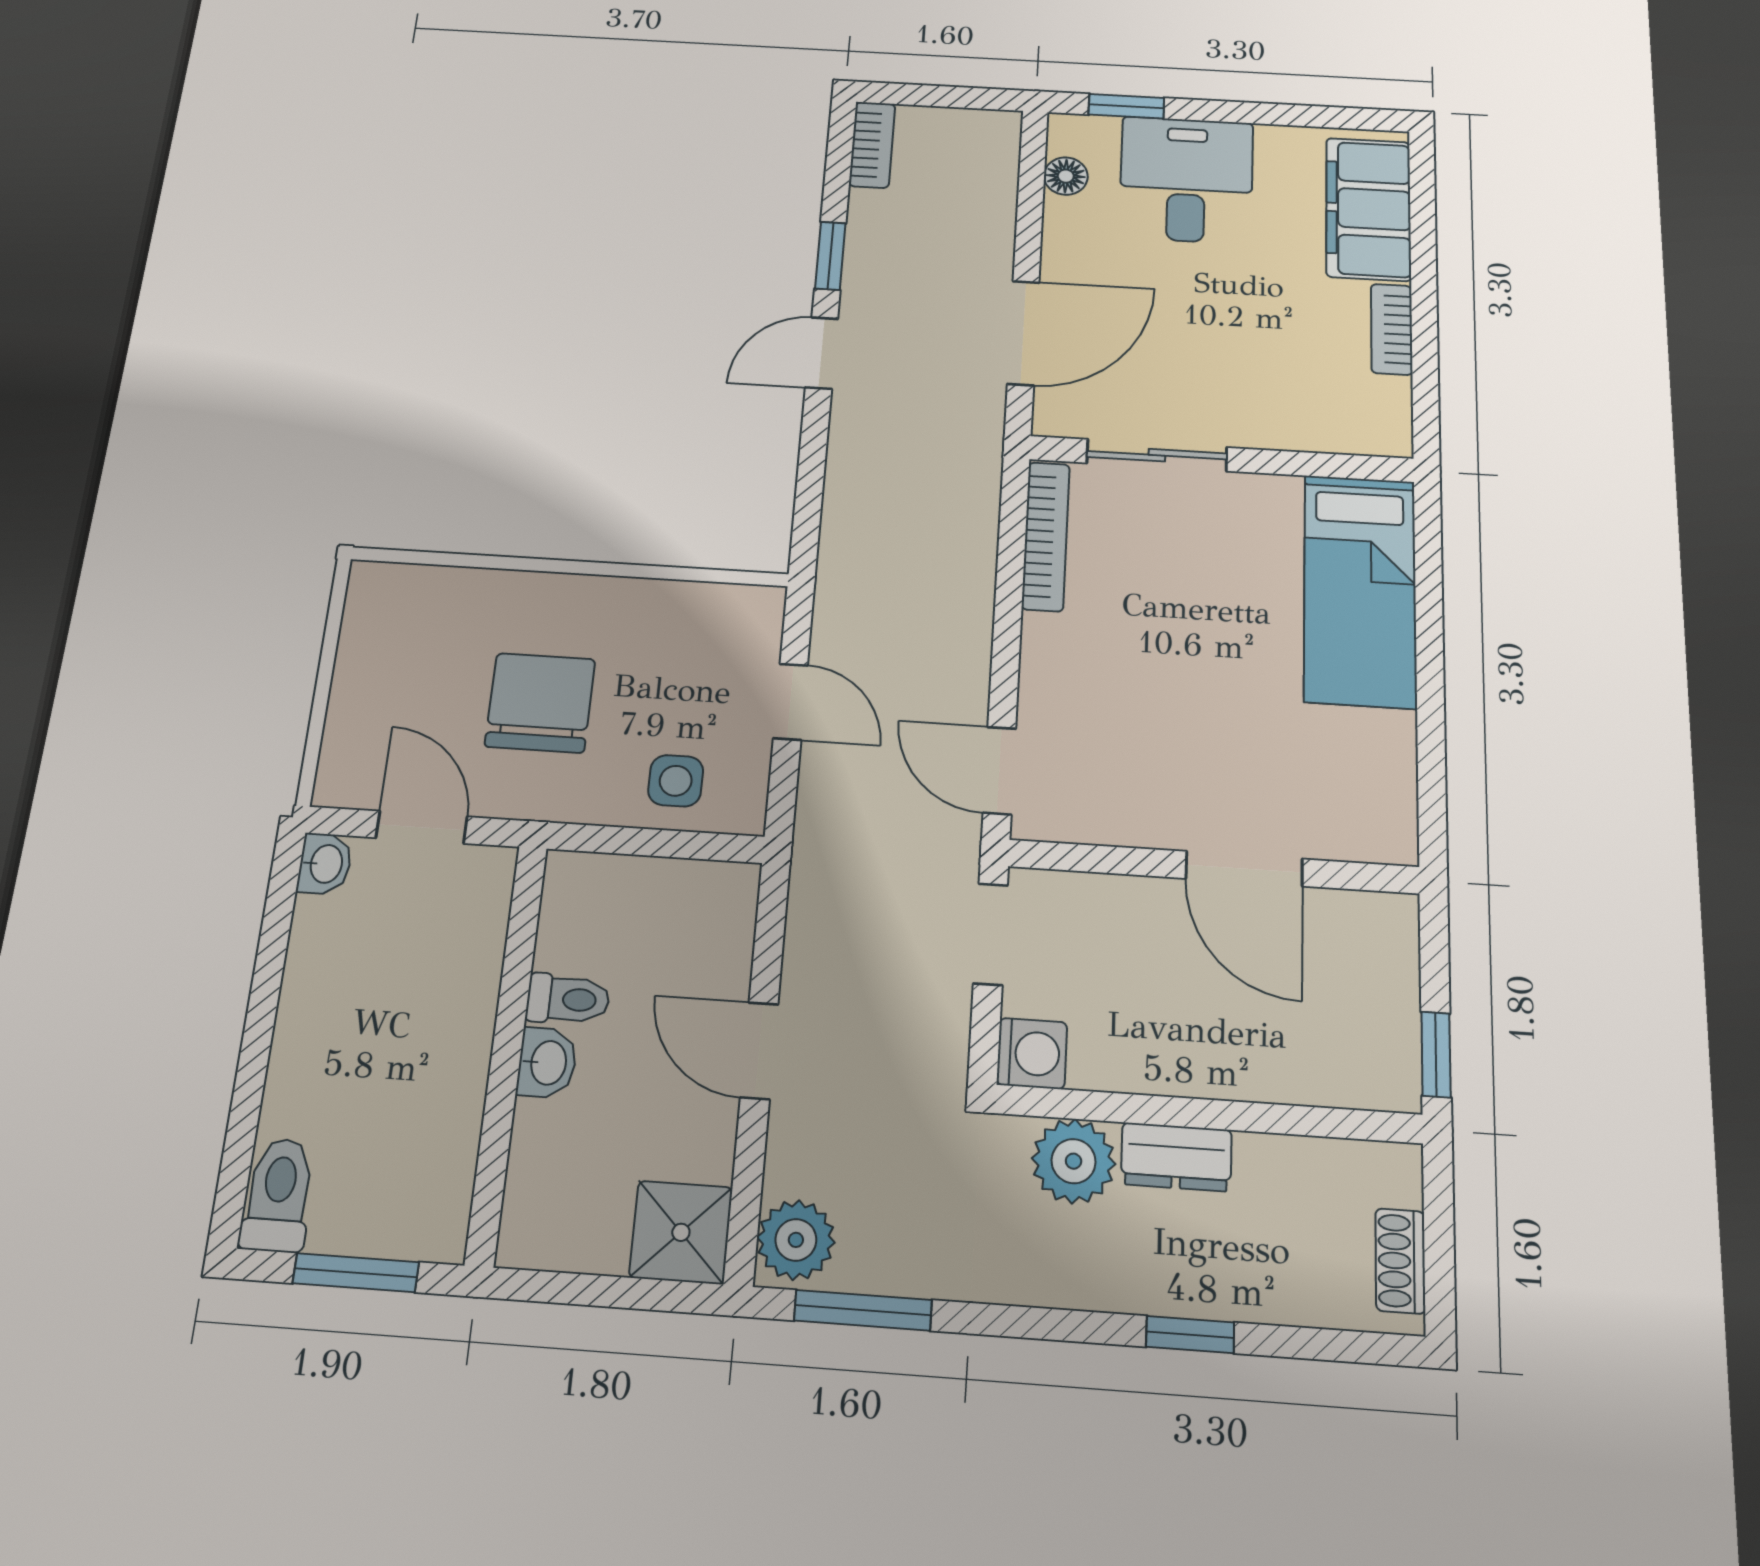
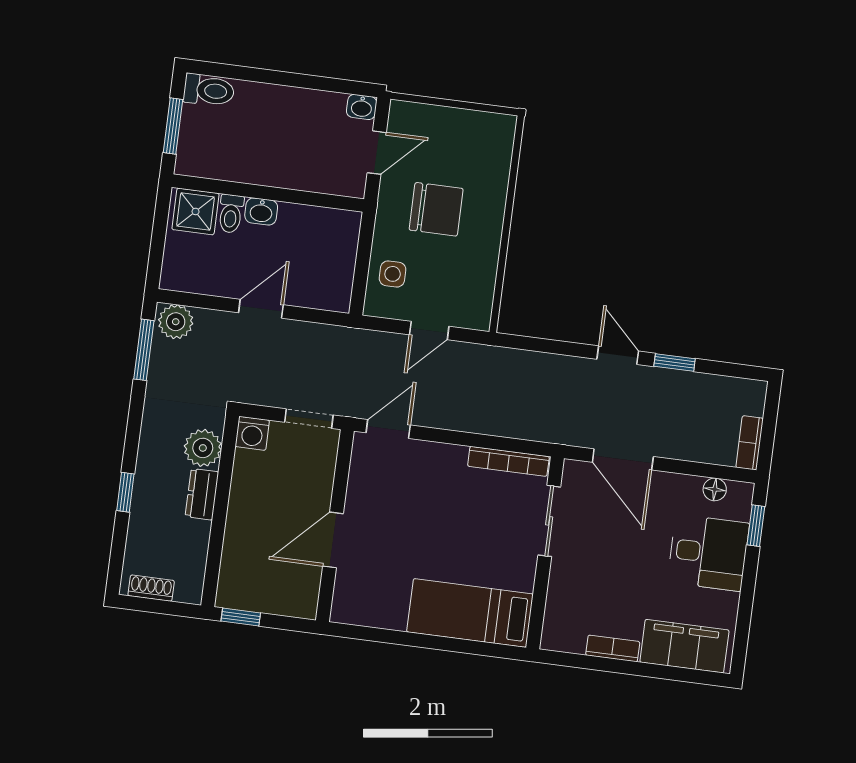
bookcase: (872, 145) -> (750, 443), moved, turned 90
toilet: (568, 999) -> (231, 214), moved
shower: (681, 1232) -> (196, 211), moved

